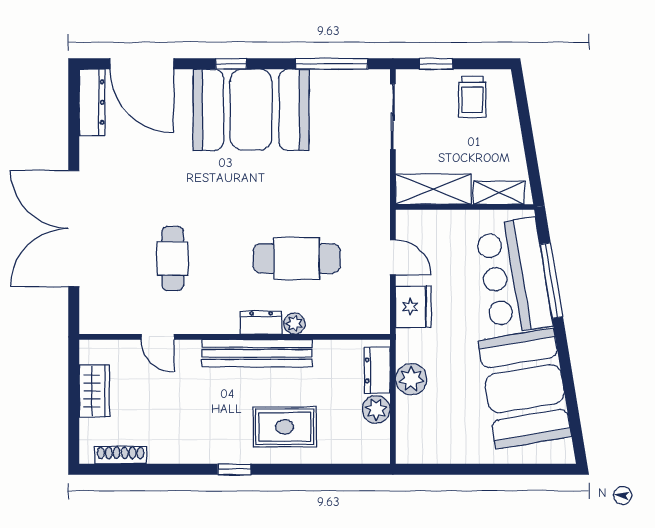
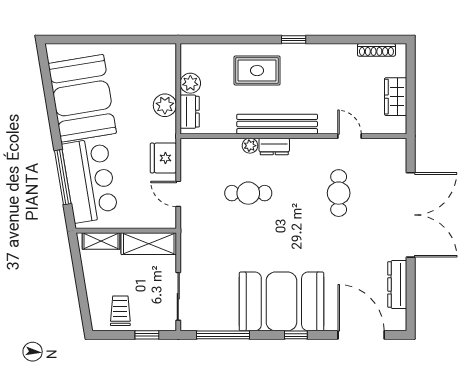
dresser: (92, 102) -> (397, 284), moved
cafe table: (297, 258) -> (248, 193), width x0.73, depth x0.74

